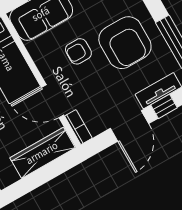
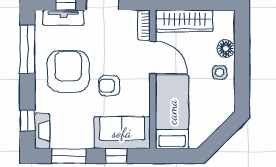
armchair: (78, 51) -> (109, 86), turned 180

